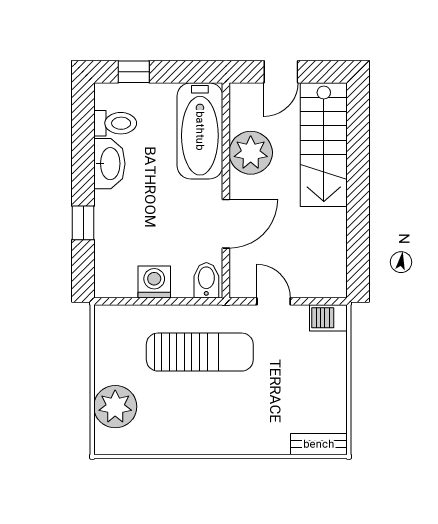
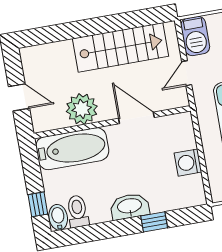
stairs: (324, 145) -> (120, 47), moved
washbasin: (109, 164) -> (130, 206), moved
bidet: (206, 280) -> (58, 217), moved, turned 90
barbecue: (328, 318) -> (195, 36), width x1.38, depth x1.27

